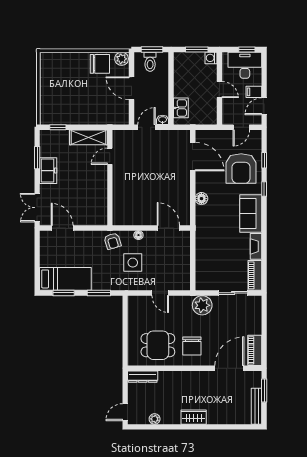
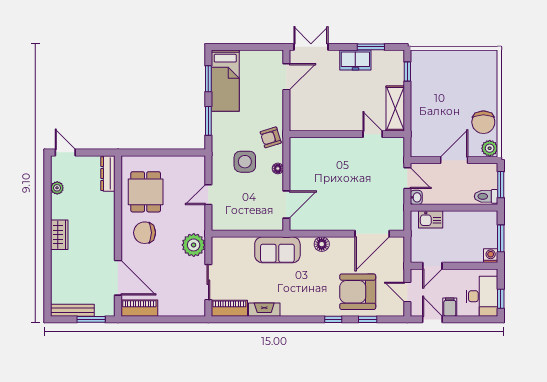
toilet: (150, 62) -> (486, 196), moved
door: (219, 90) -> (432, 266), moved
sofa: (251, 214) -> (277, 250), moved, turned 180

